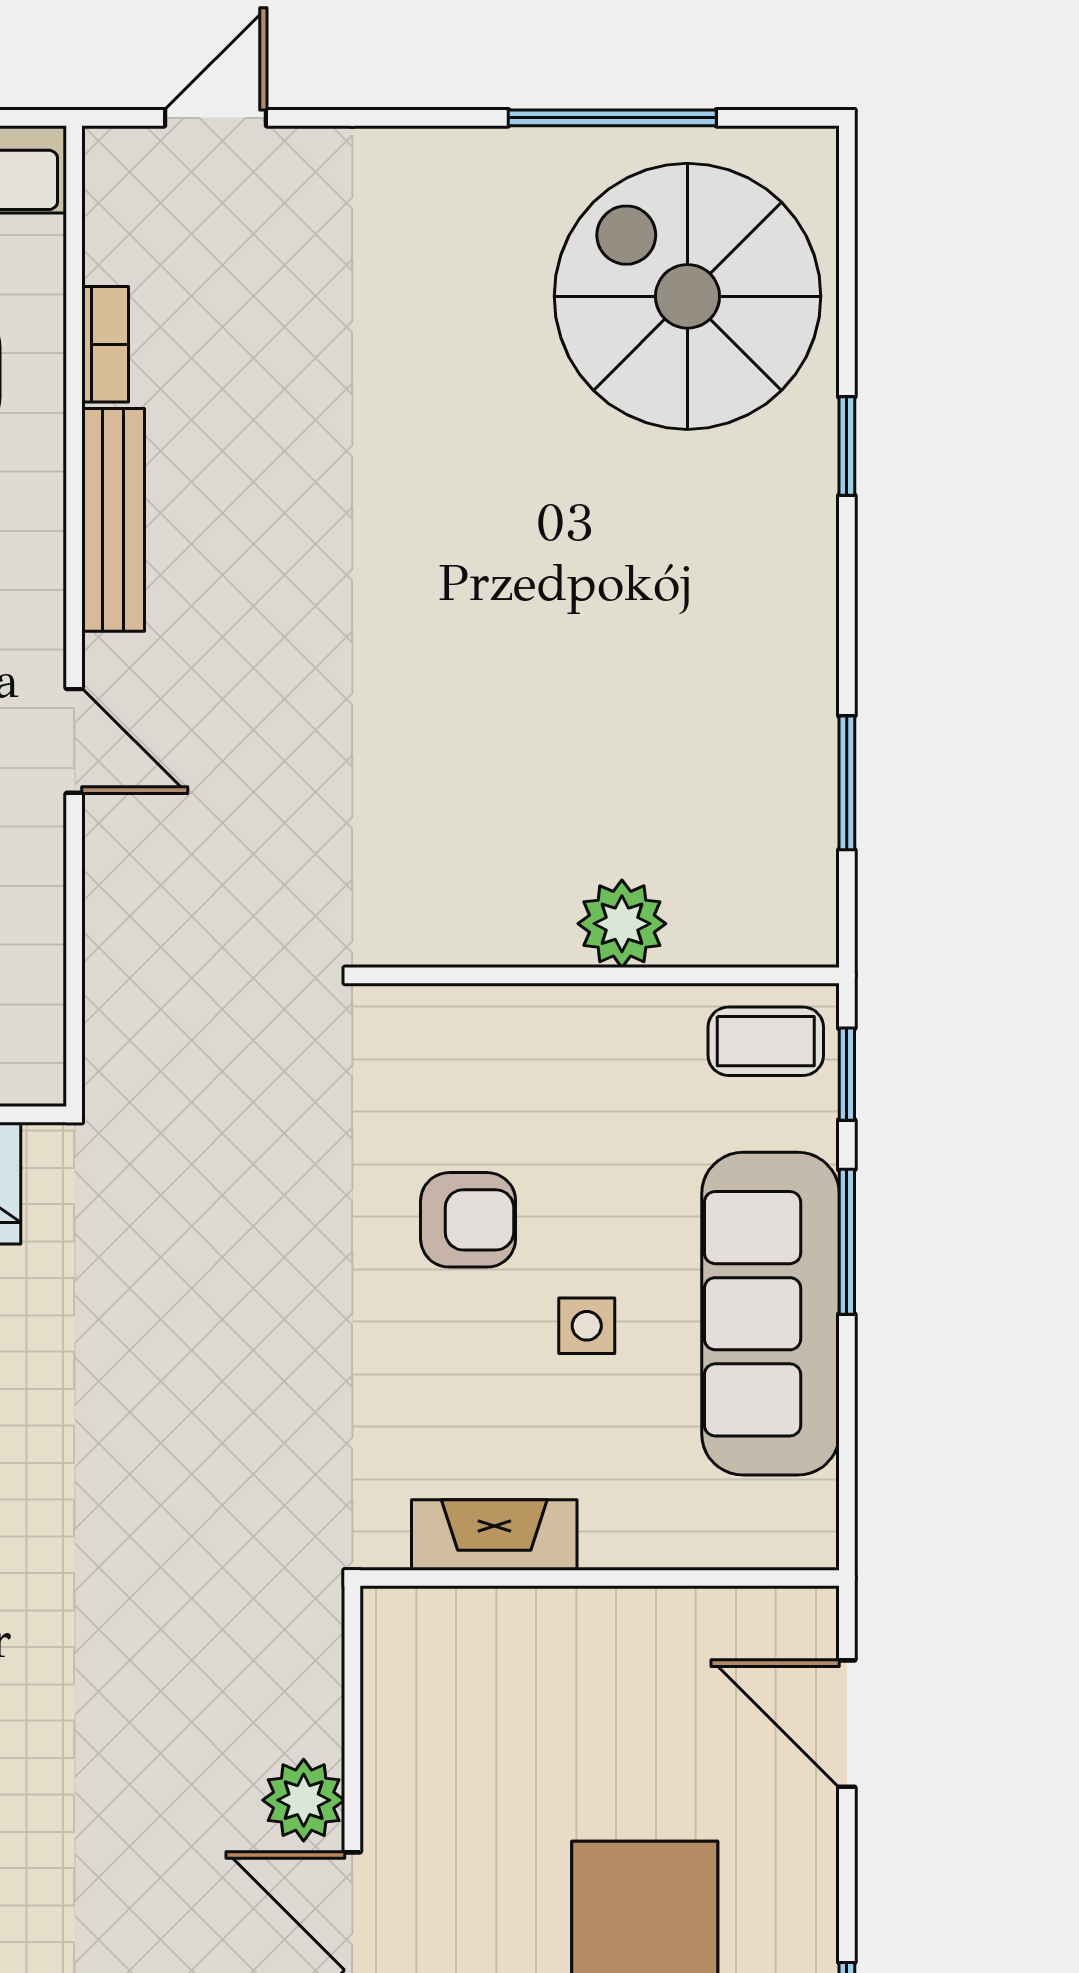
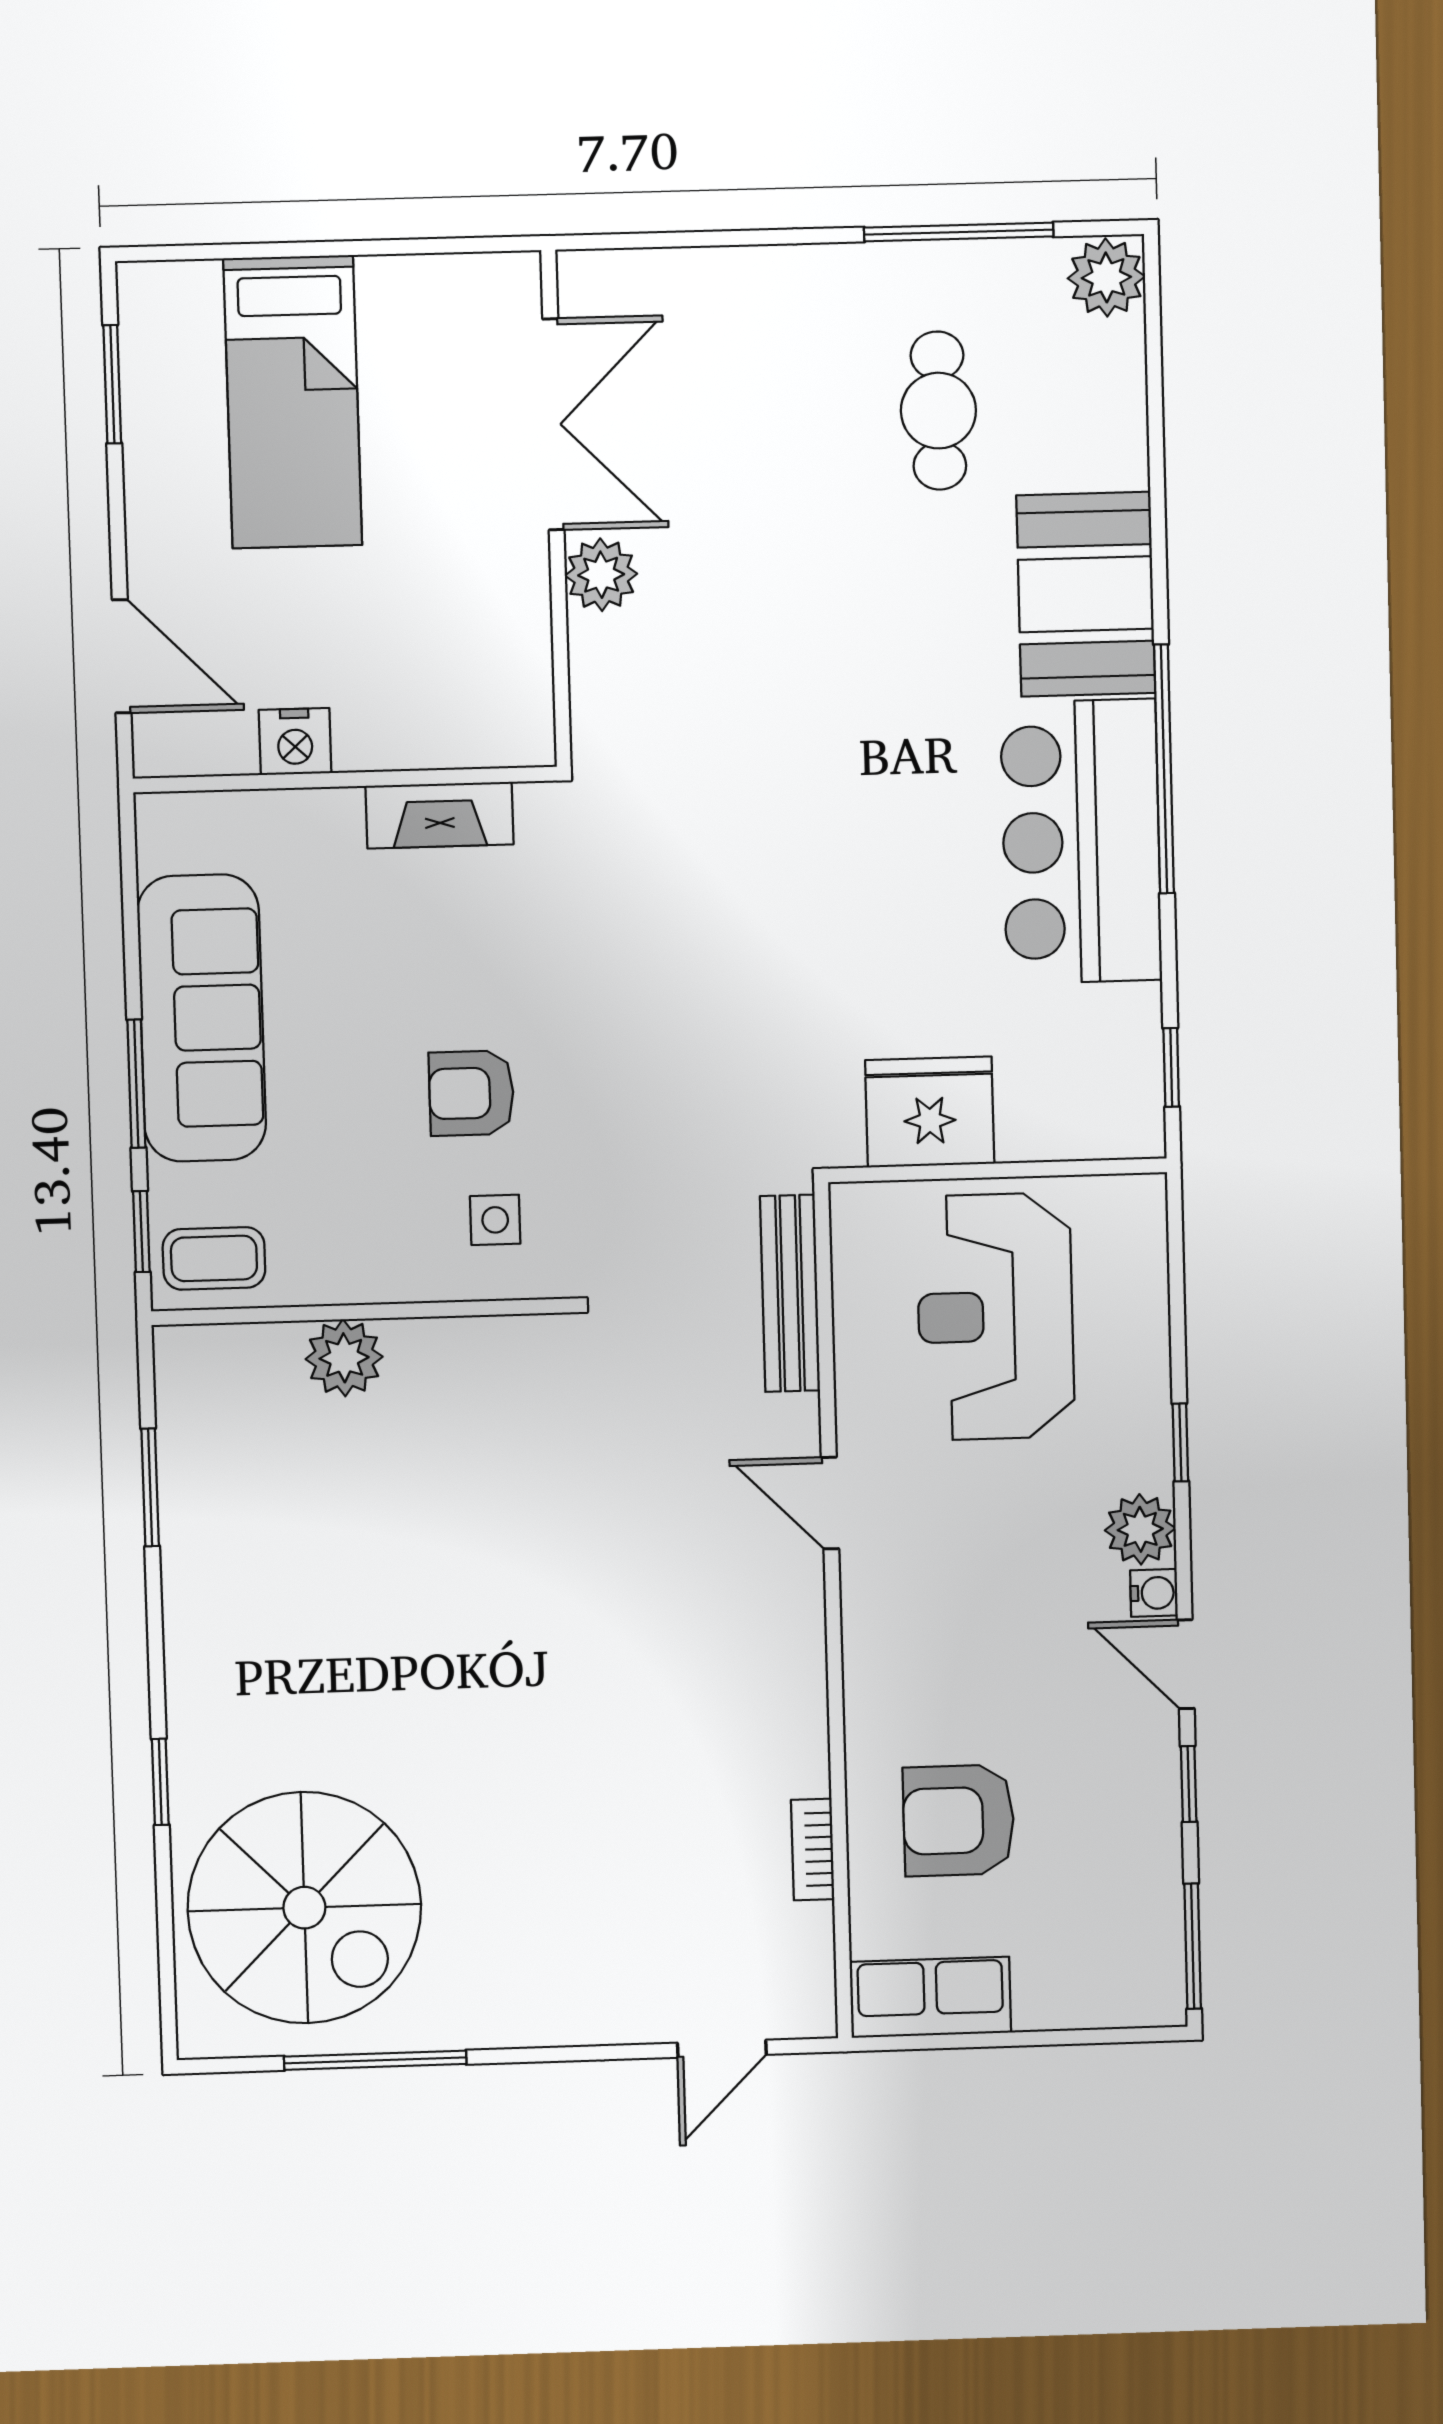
bench: (113, 520) -> (790, 1293), moved
side table: (587, 1326) -> (495, 1220), moved
nightstand: (655, 1622) -> (295, 742), added

